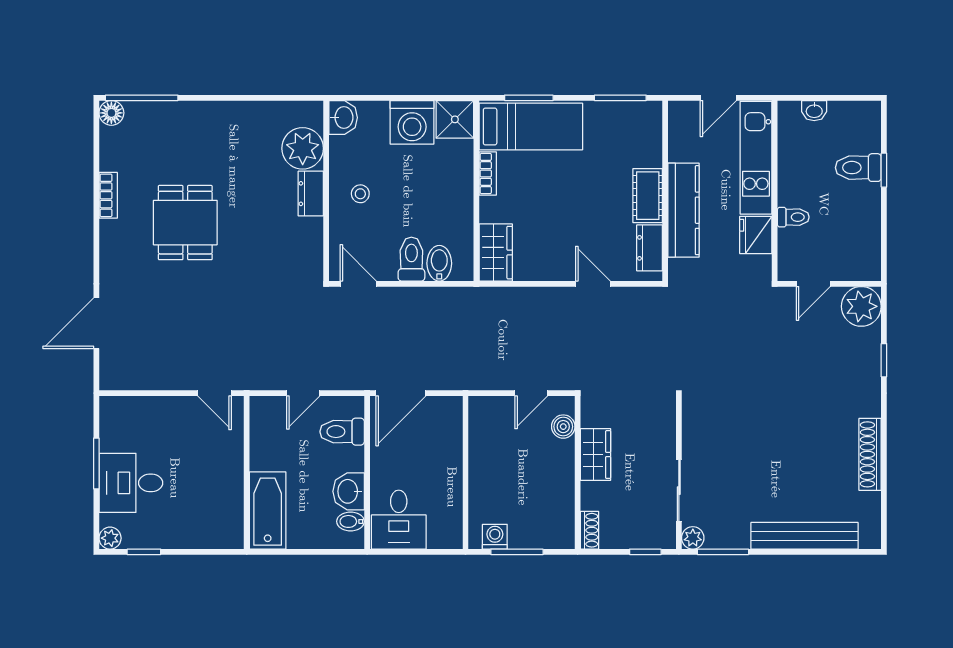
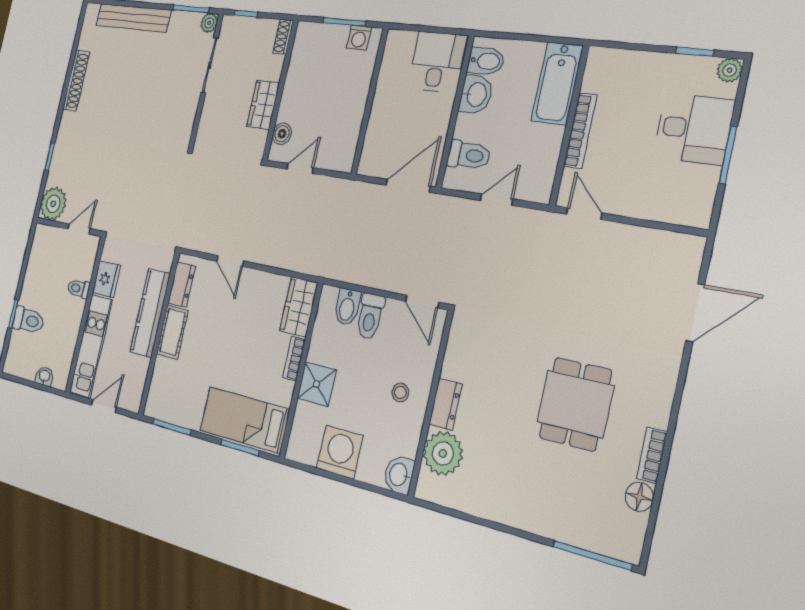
floor lamp: (111, 113) -> (639, 497), moved
shower: (455, 119) -> (317, 384), moved
bookcase: (488, 173) -> (294, 359), moved
bookcase: (235, 469) -> (580, 131), added
bidet: (351, 521) -> (486, 61), width x1.38, depth x1.36

